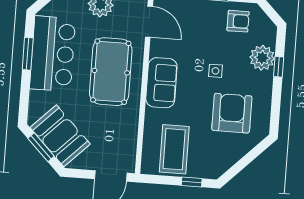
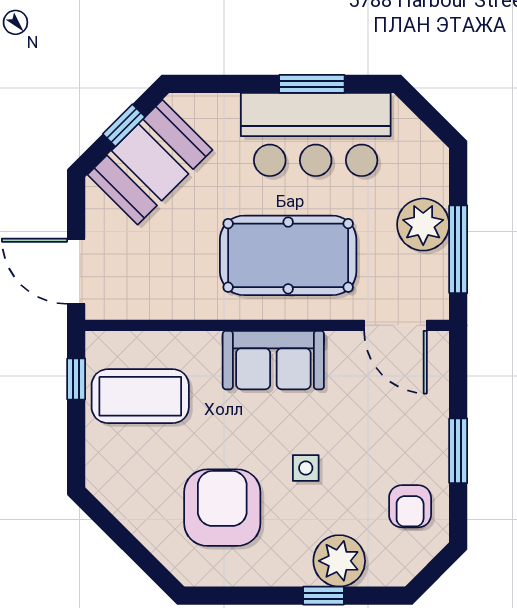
door: (149, 22) -> (395, 325), hinge flipped
armchair: (232, 113) -> (222, 508), turned -90
window: (41, 147) -> (124, 125), width x0.67
window: (192, 182) -> (76, 379), moved

